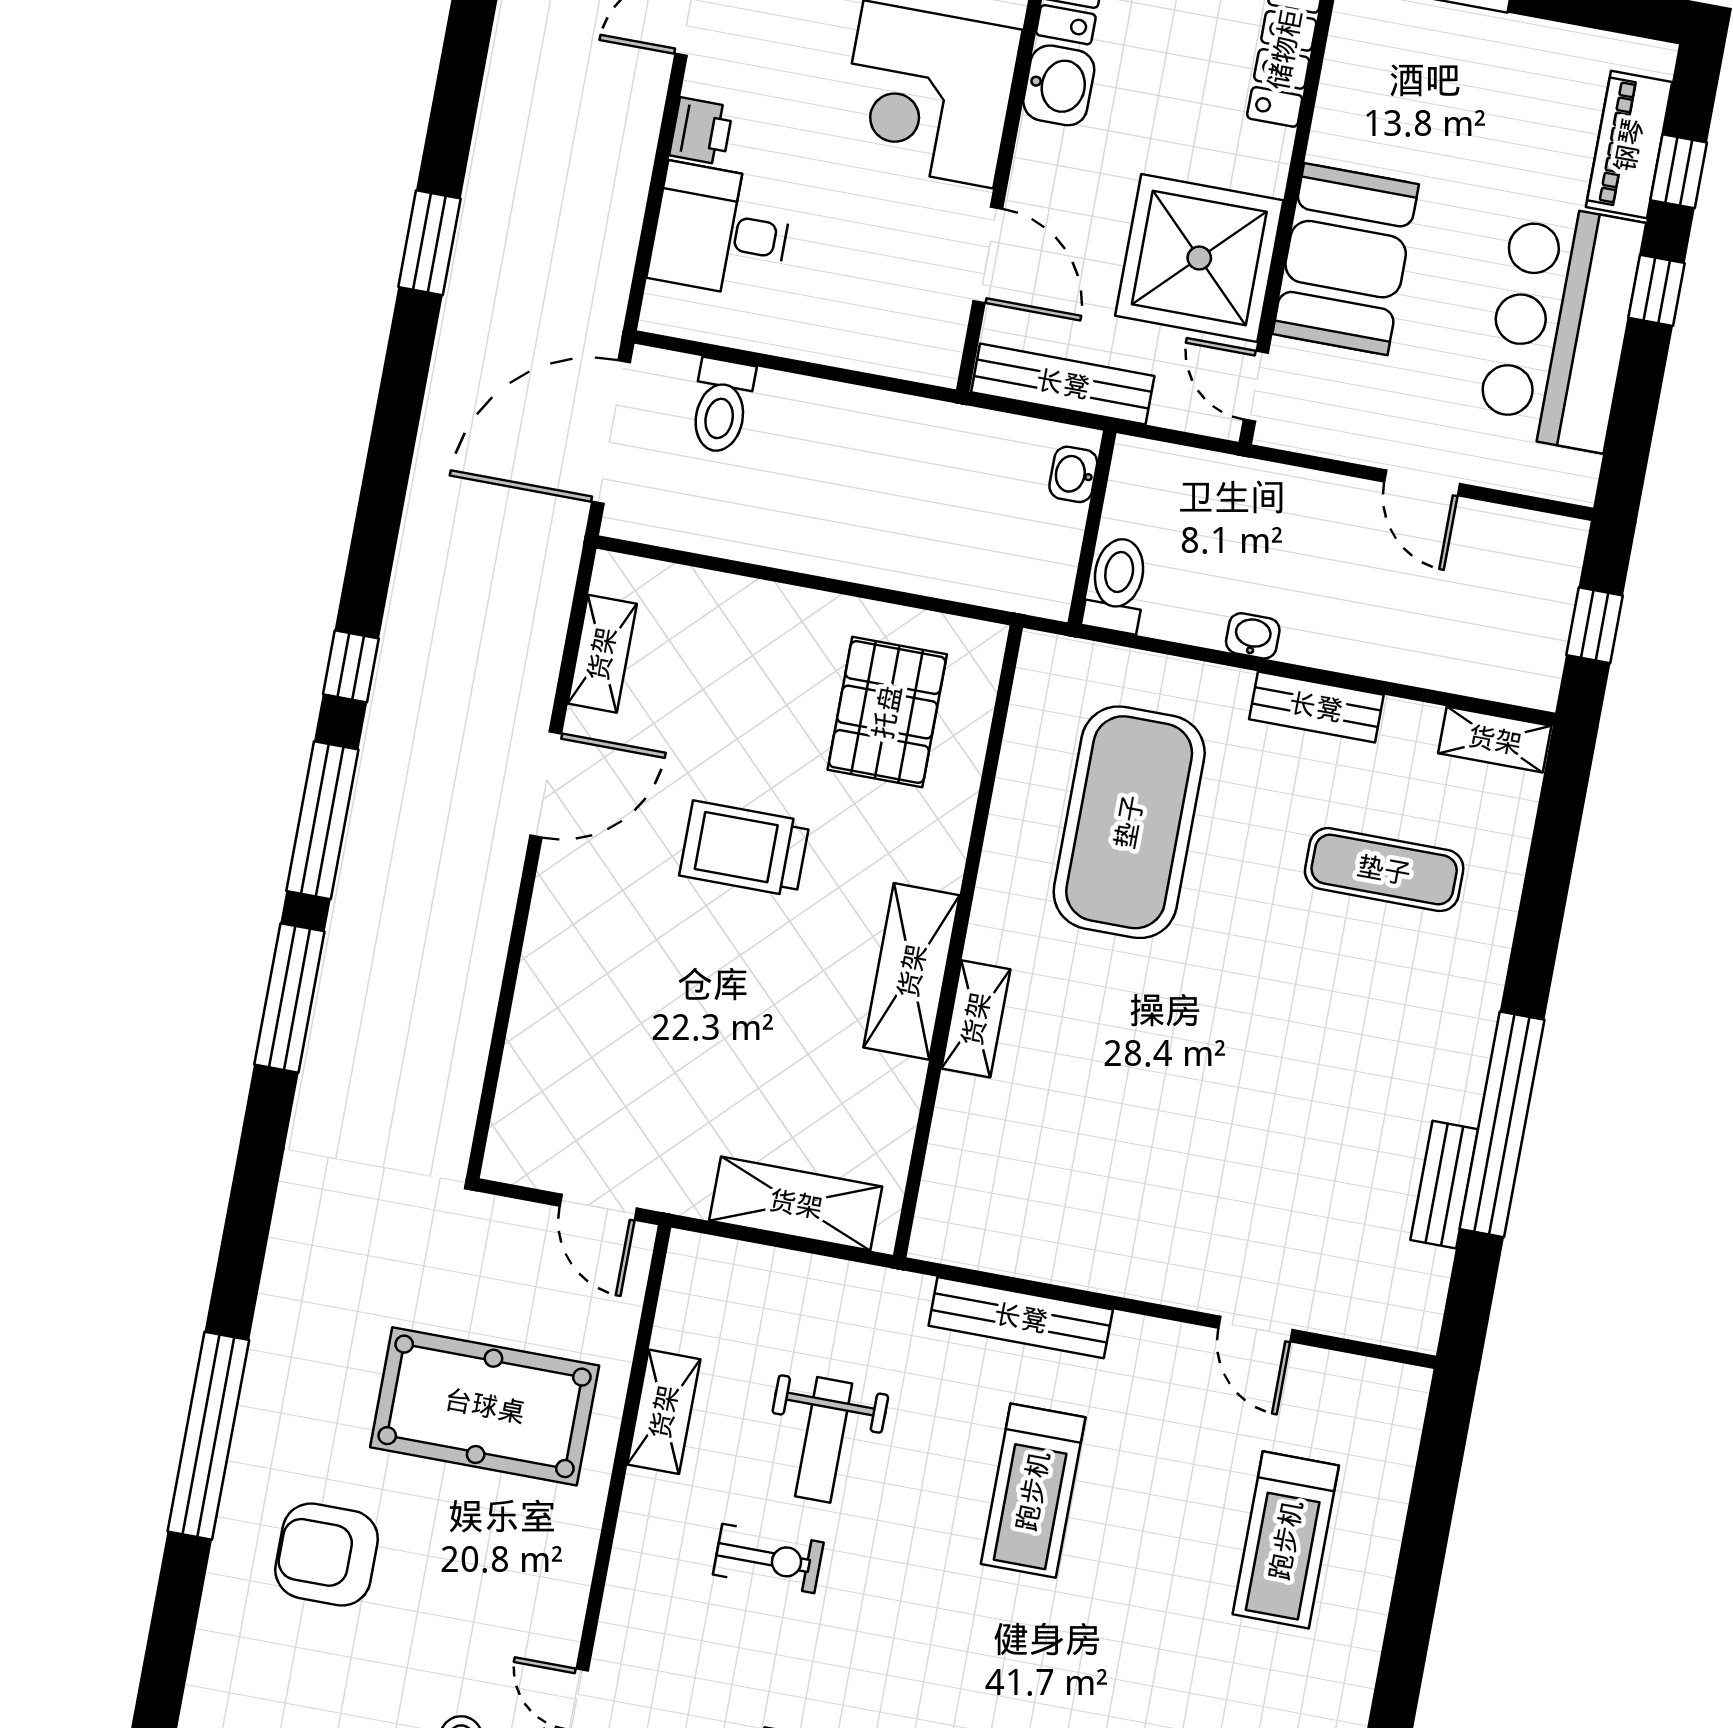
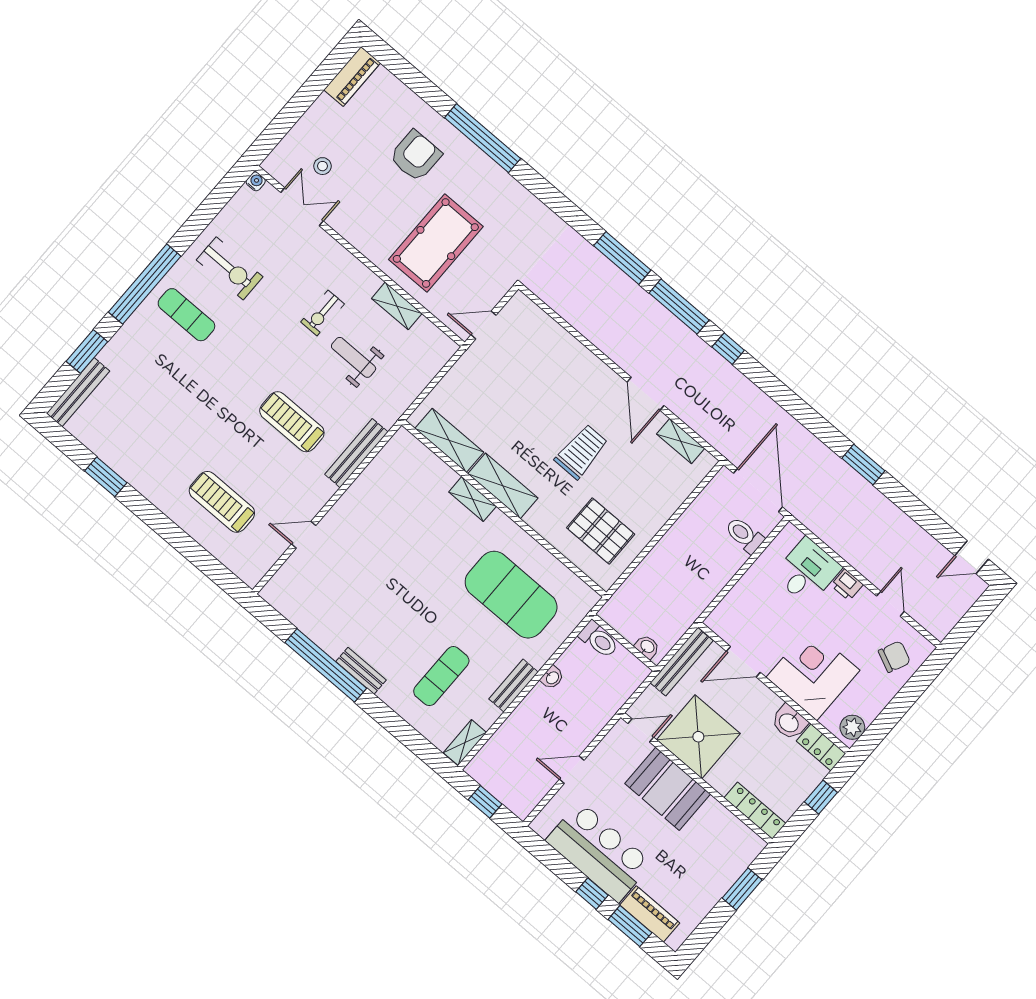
window: (1679, 171) -> (630, 926), width x1.50
bench: (1444, 1185) -> (361, 671), moved
shelving: (796, 1204) -> (449, 440), moved, turned 90

